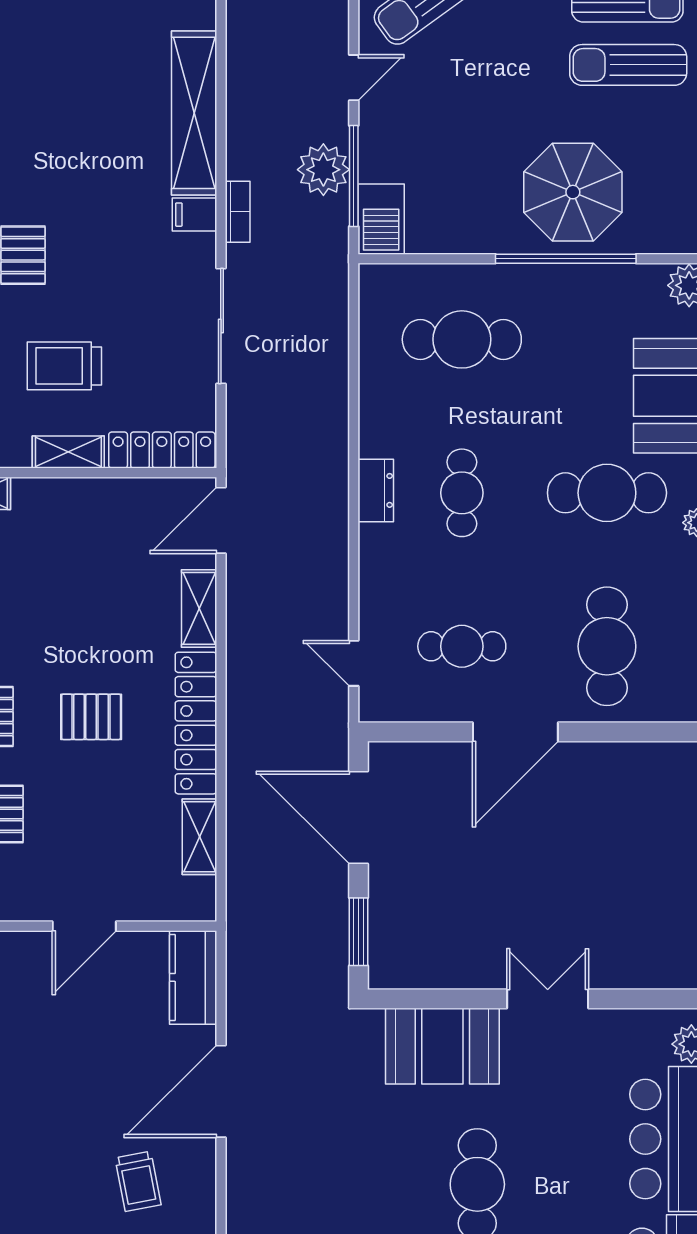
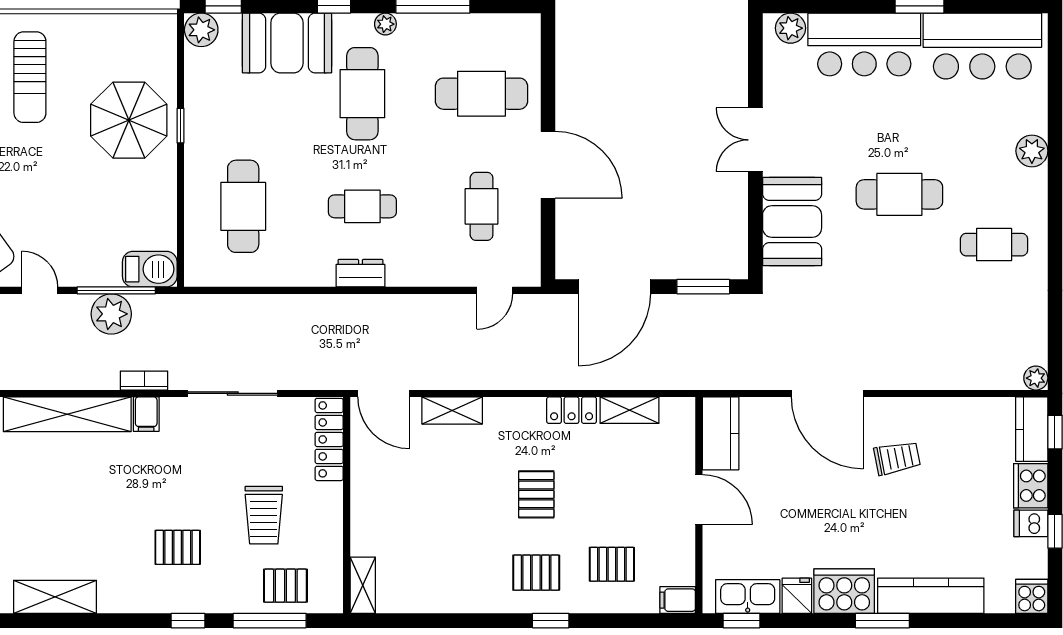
window: (566, 259) -> (180, 126), width x0.32
shelving: (68, 452) -> (331, 512), removed
locker: (196, 723) -> (572, 410), width x0.46, depth x0.83
kitchen counter: (193, 977) -> (721, 433), moved, turned -90

